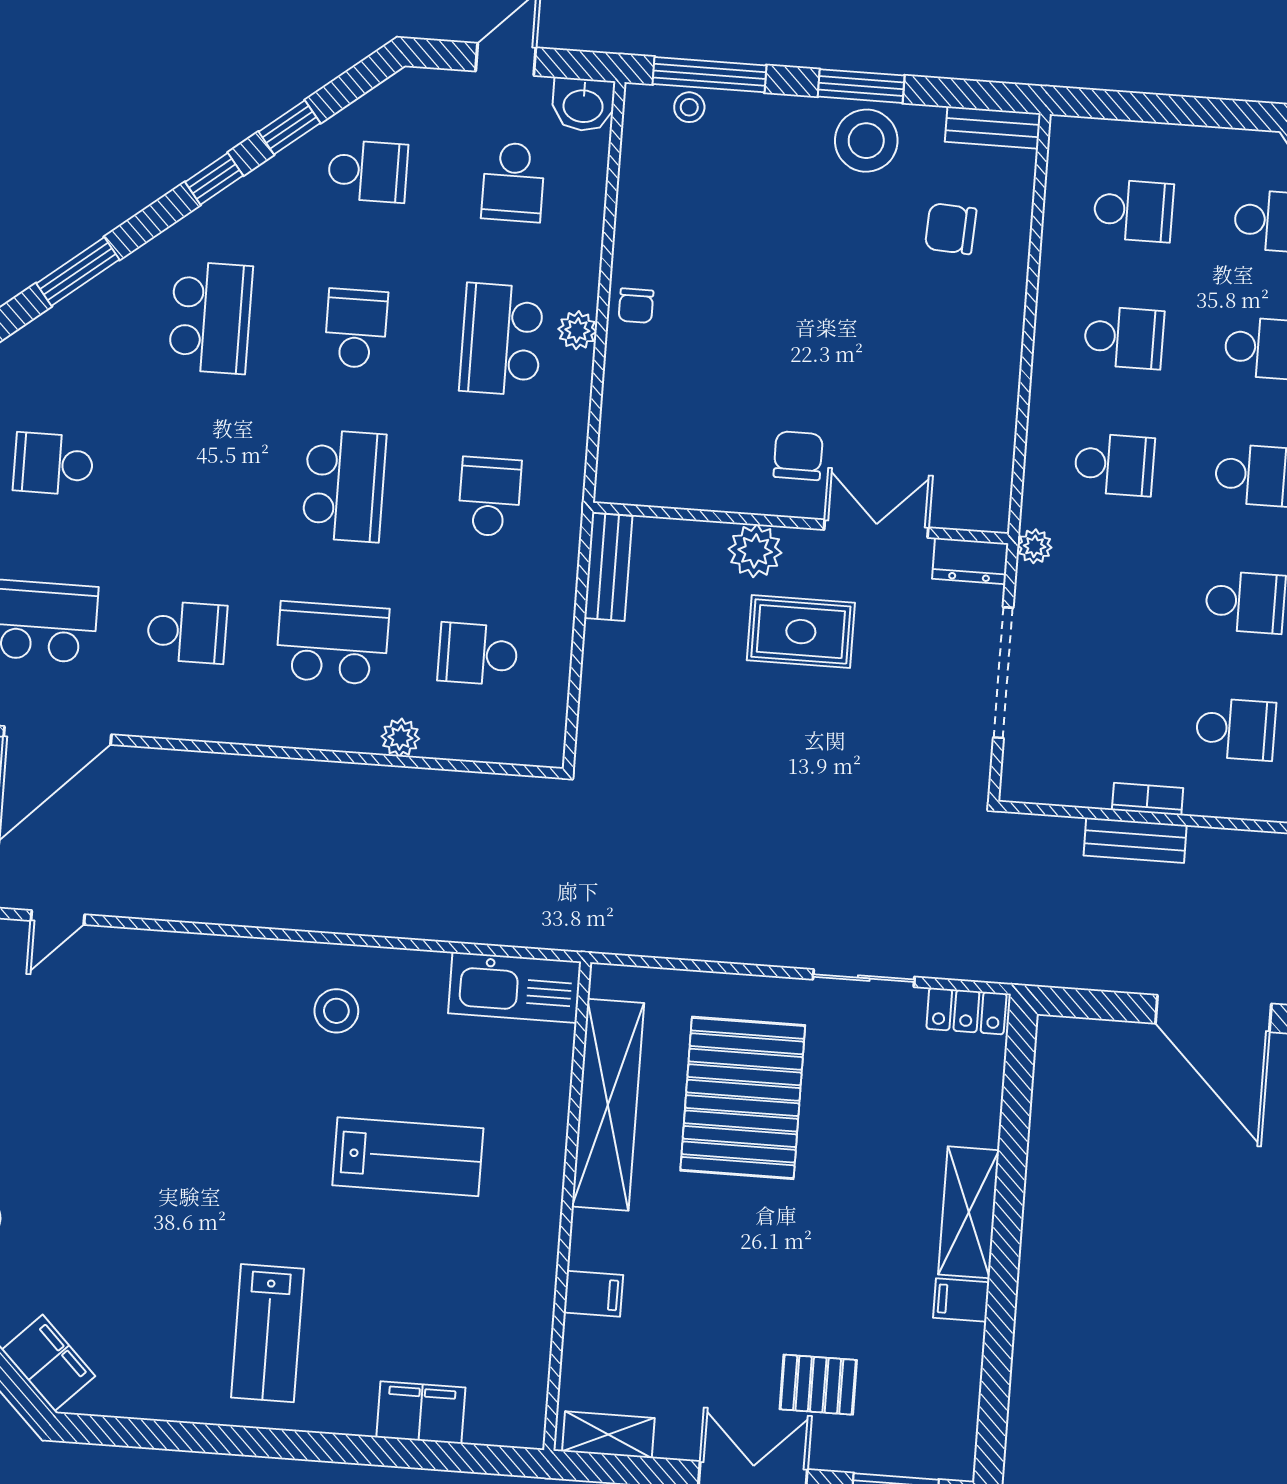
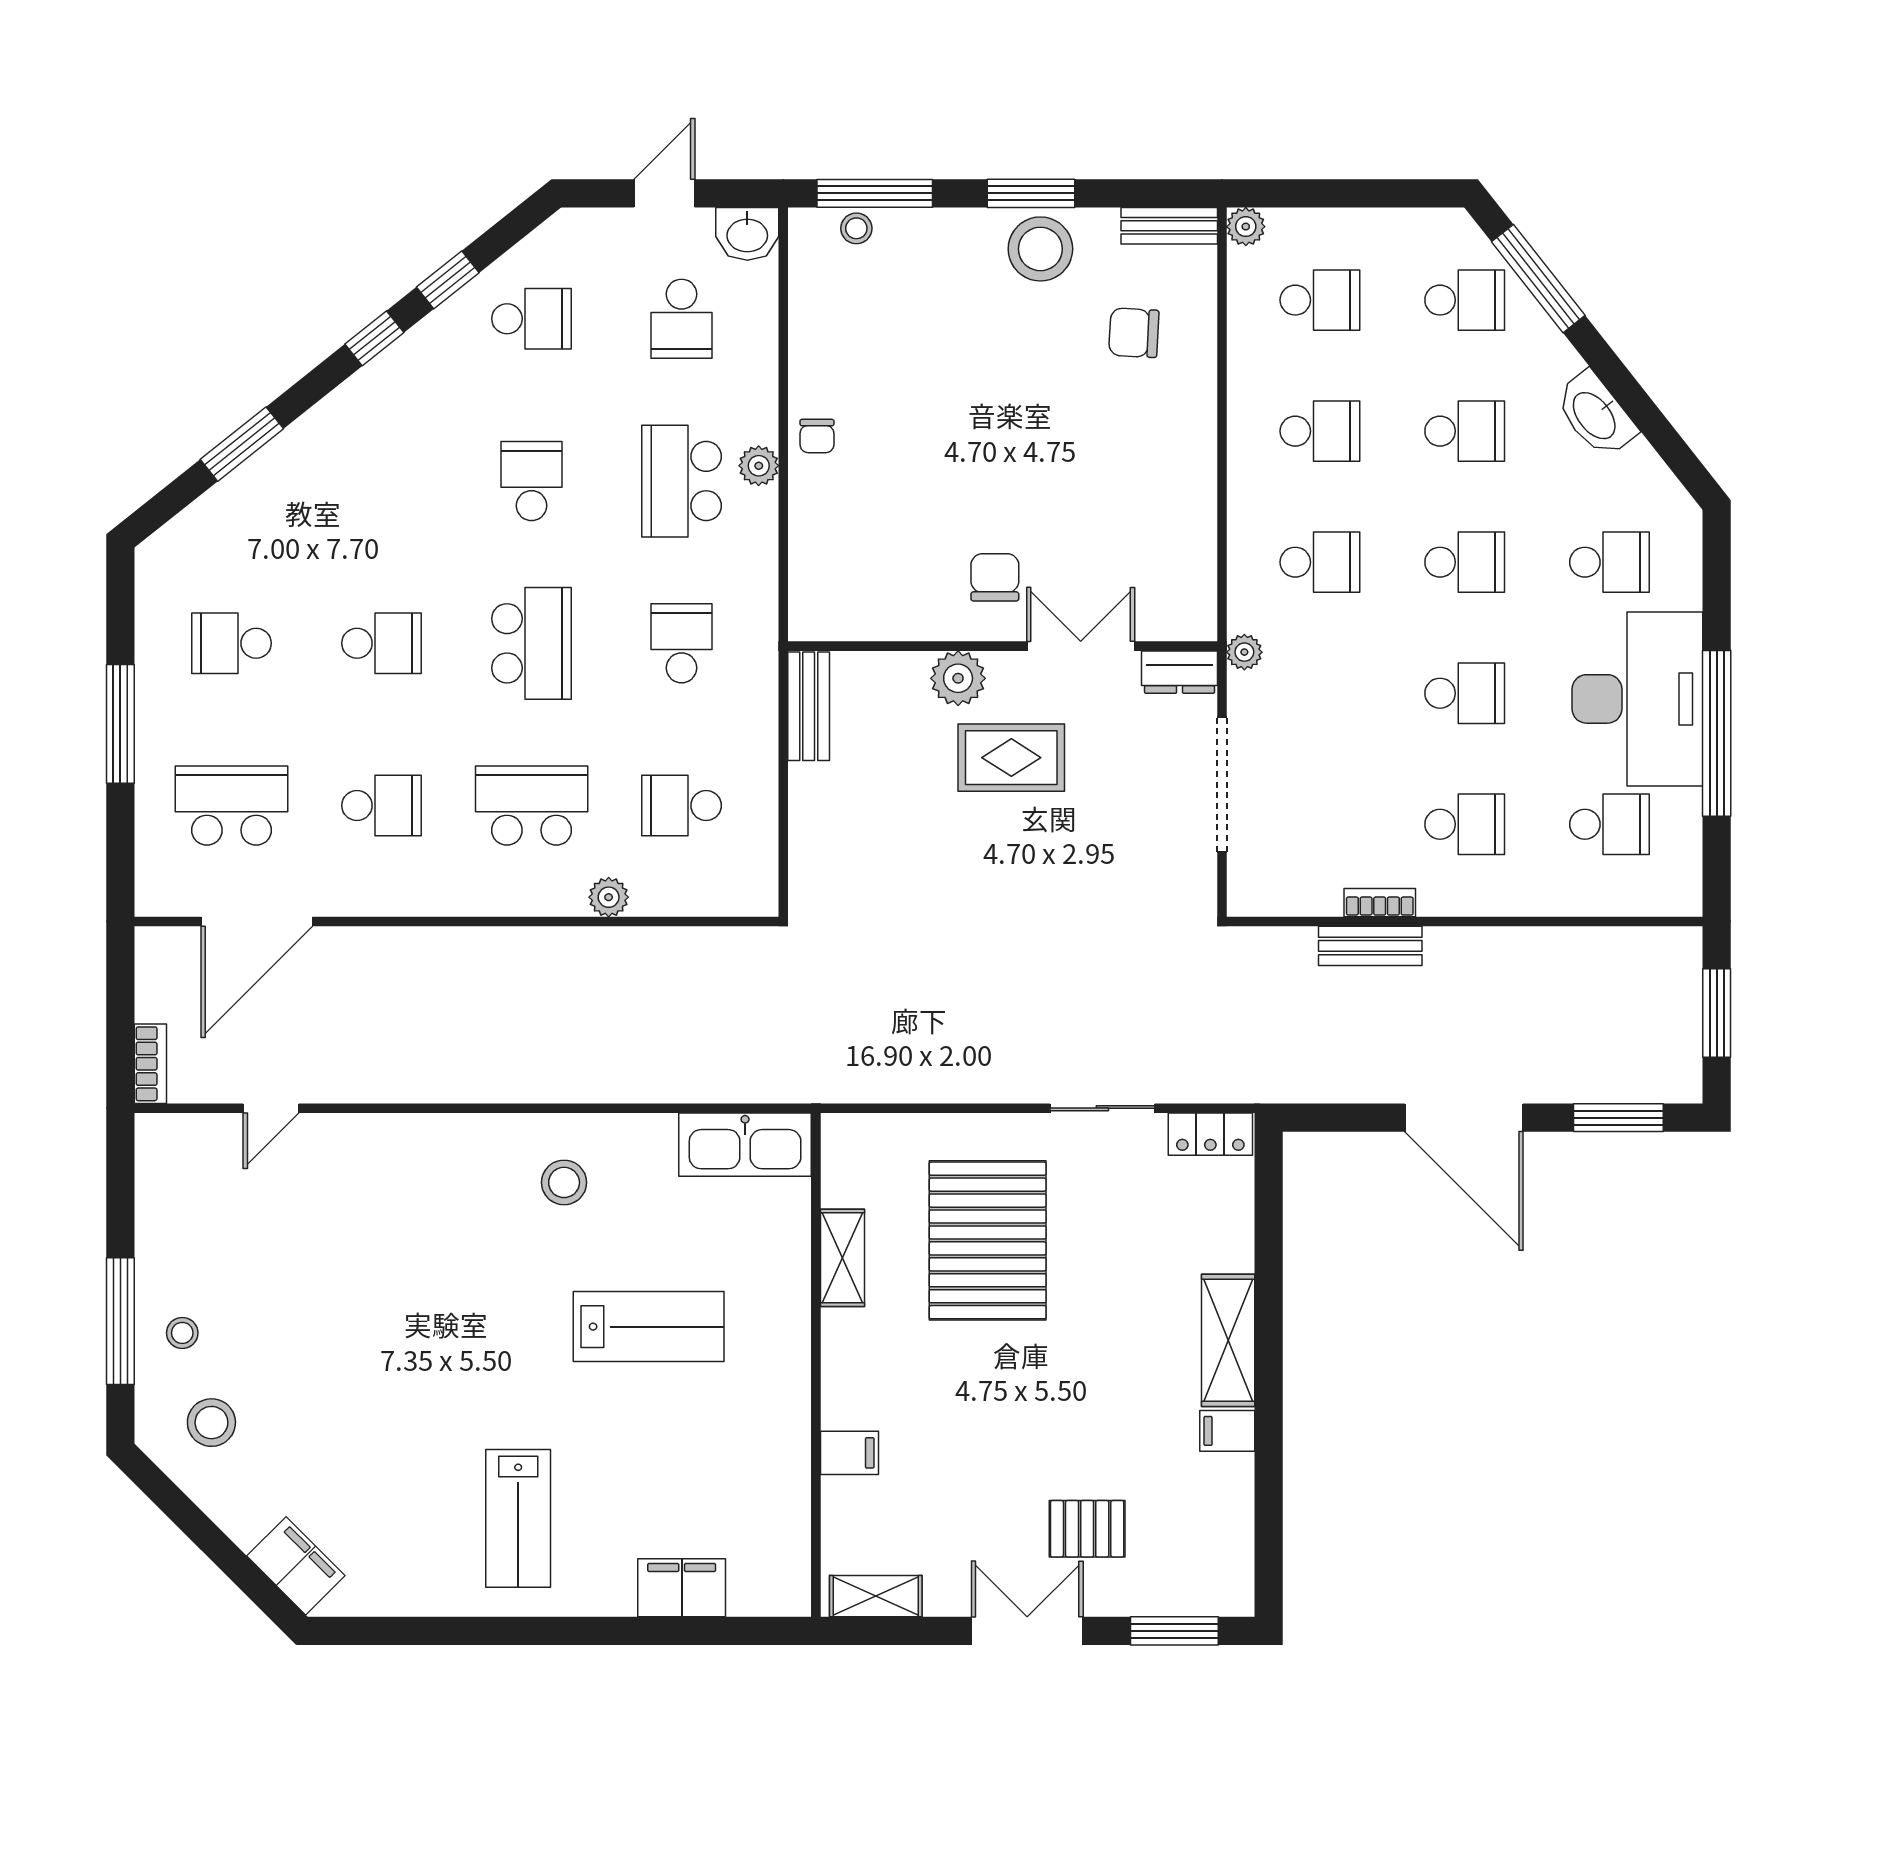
plant: (1067, 134) -> (1246, 227), added
school desk: (211, 318) -> (382, 643), moved, width x0.54
shelving: (608, 1105) -> (843, 1258), width x0.45, depth x0.75

